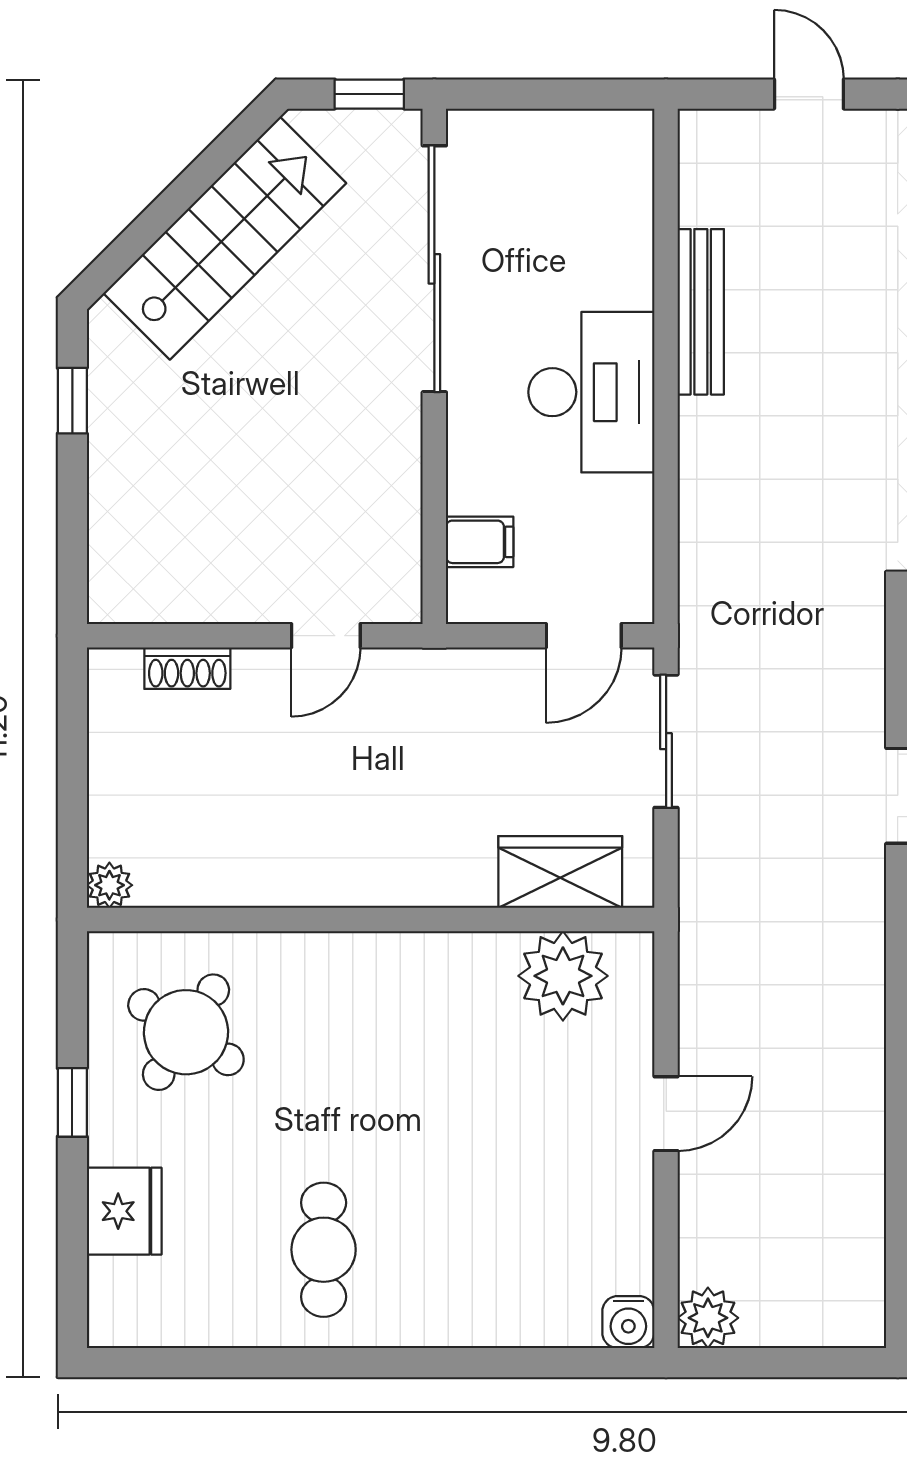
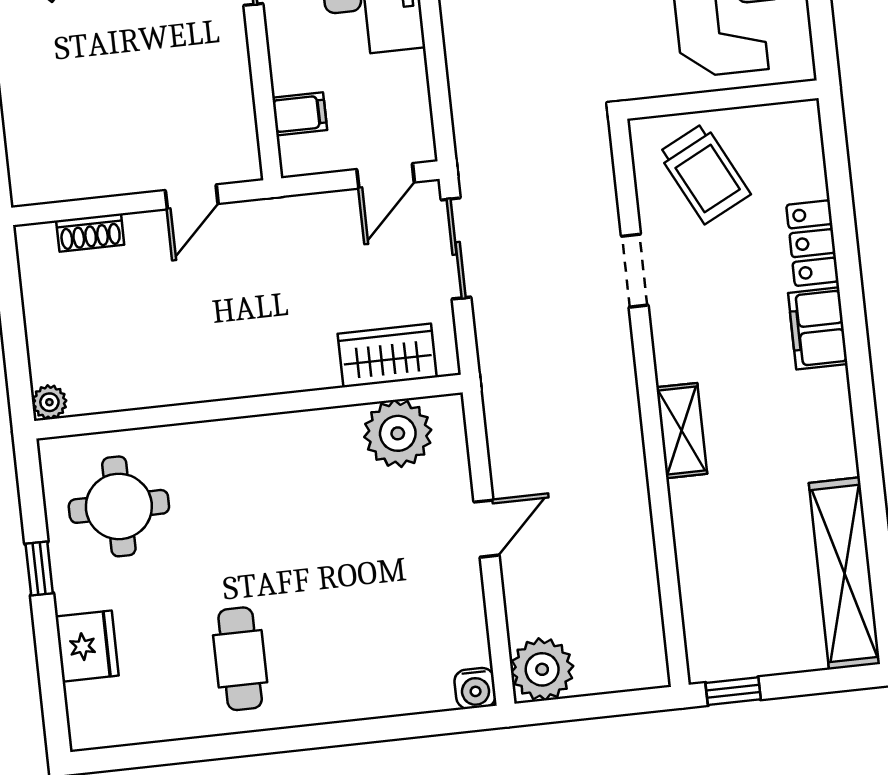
round table: (186, 1032) -> (119, 506), turned -33
plant: (708, 1318) -> (542, 669), width x1.36, depth x1.36

